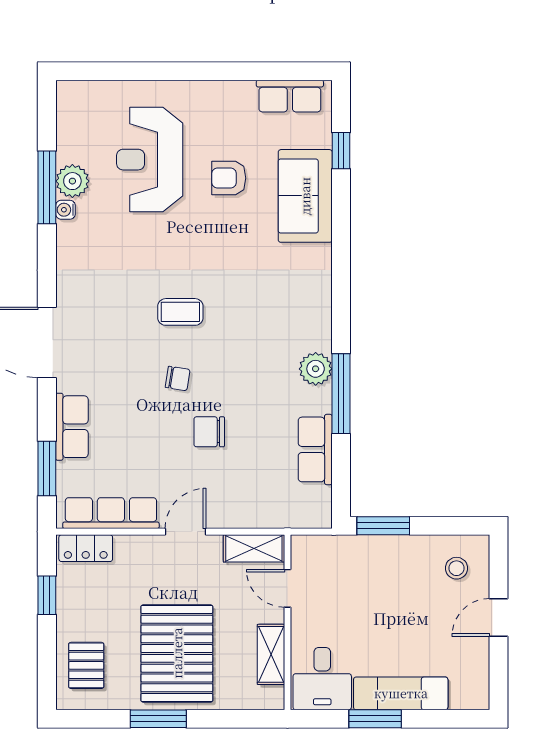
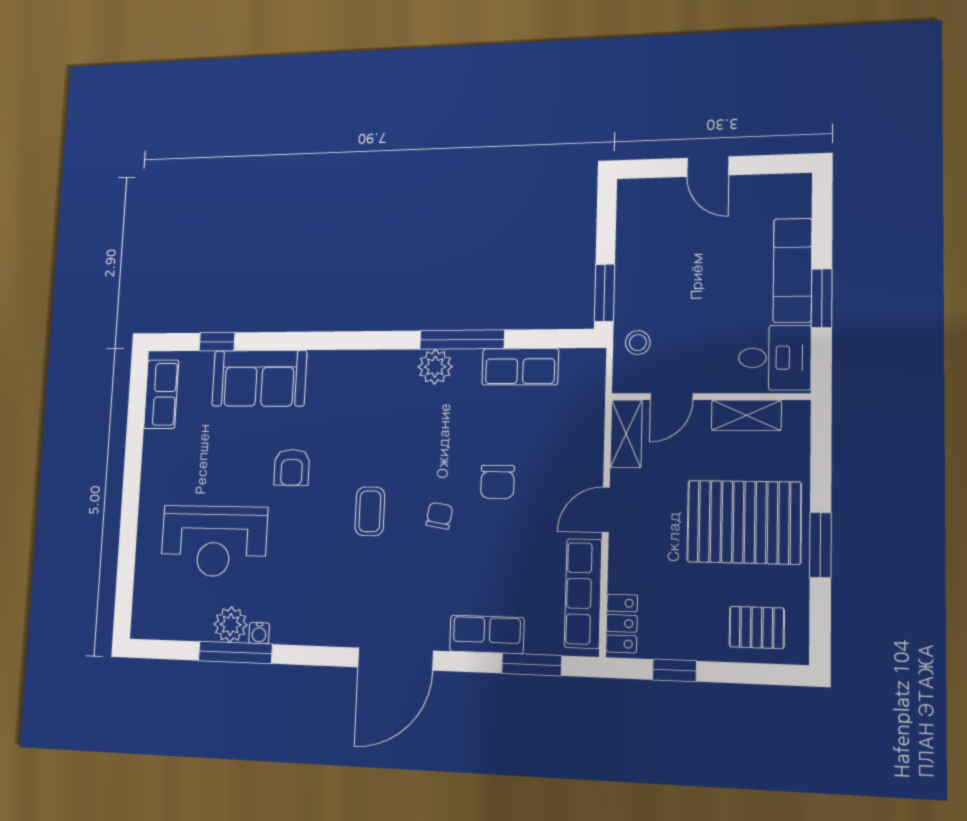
armchair: (229, 178) -> (292, 467), moved
door: (186, 532) -> (606, 510), hinge flipped
stool: (457, 568) -> (638, 343), moved

